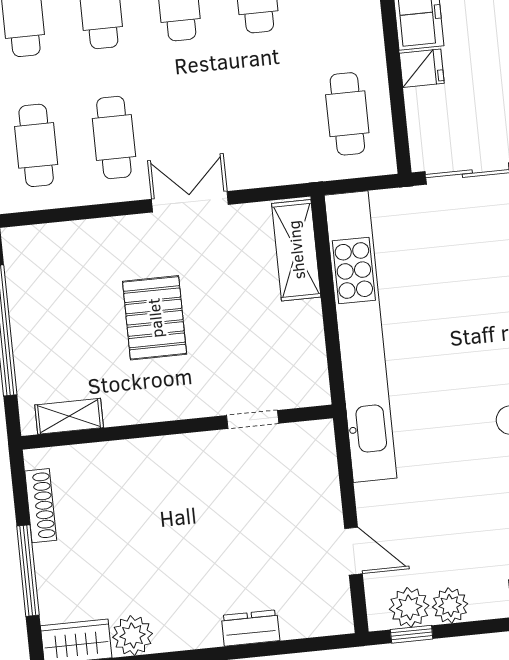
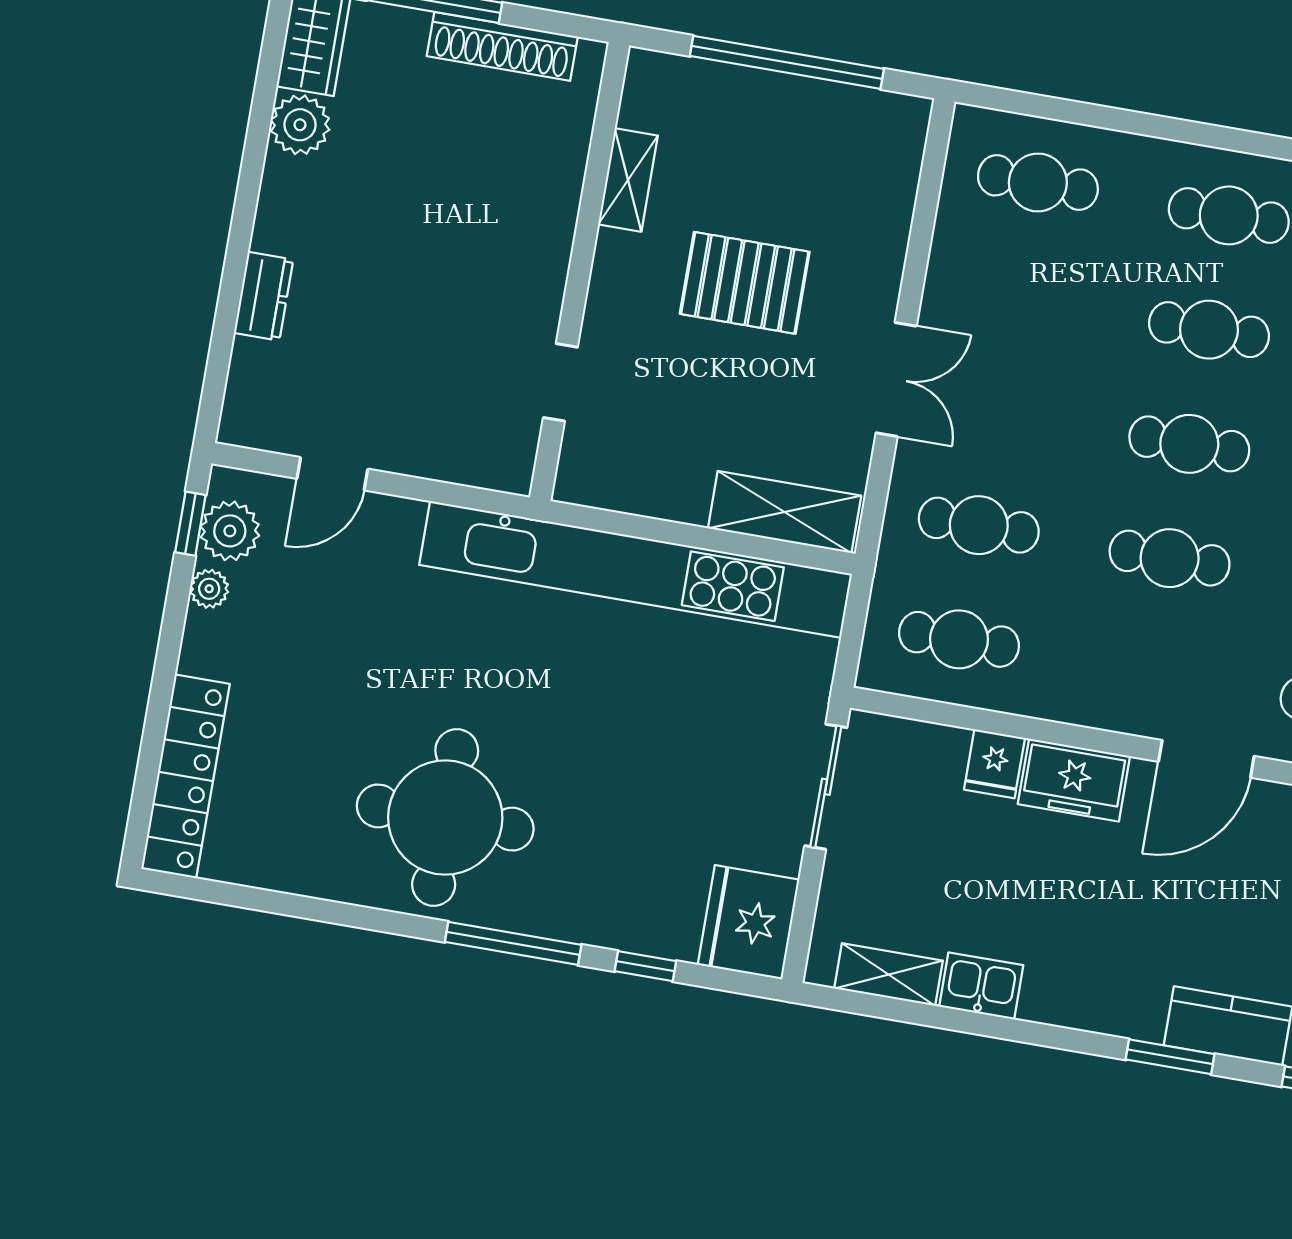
cafe table: (114, 138) -> (979, 525), moved
shelving: (69, 416) -> (628, 180), moved
shoe rack: (41, 506) -> (502, 46), width x1.36, depth x1.24
plant: (450, 605) -> (209, 589), width x0.73, depth x0.73

